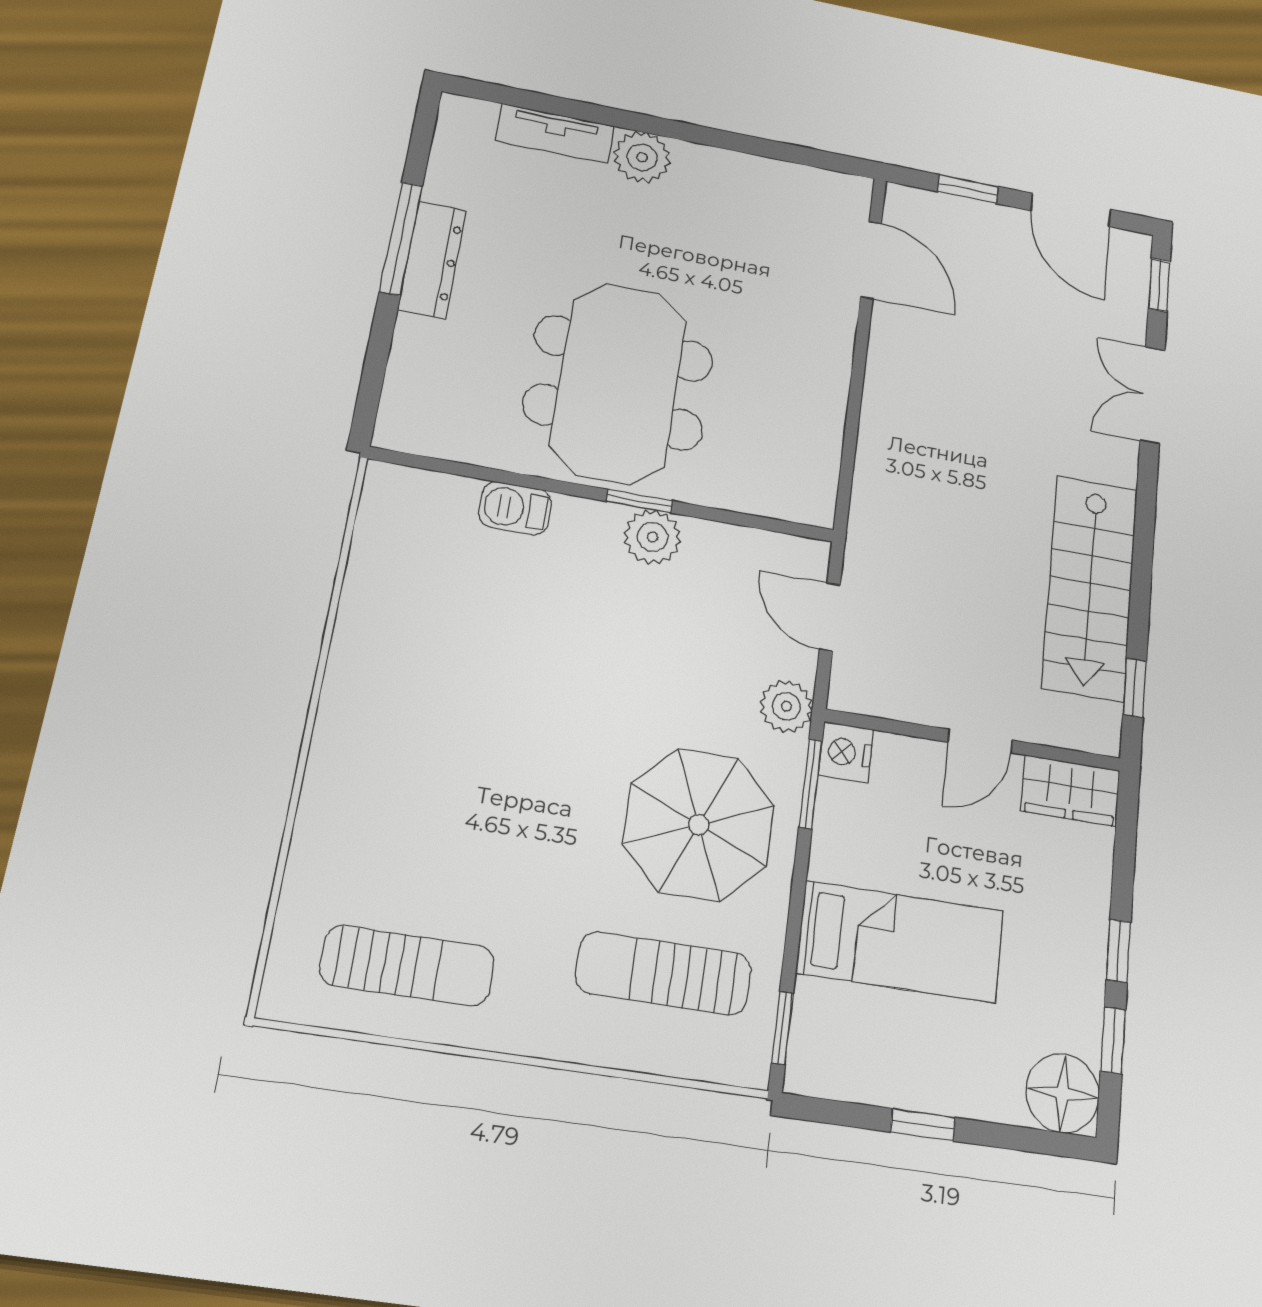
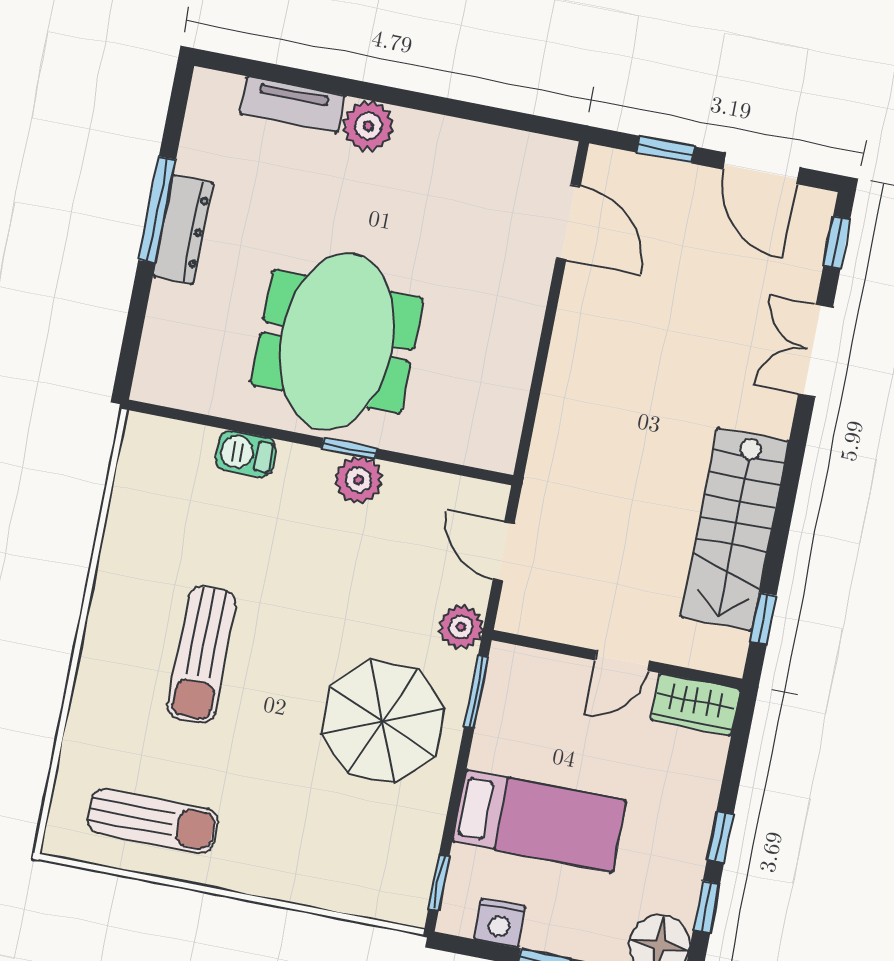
nightstand: (846, 752) -> (500, 923), moved, turned -90
sun lounger: (664, 973) -> (202, 655), moved, turned -90

